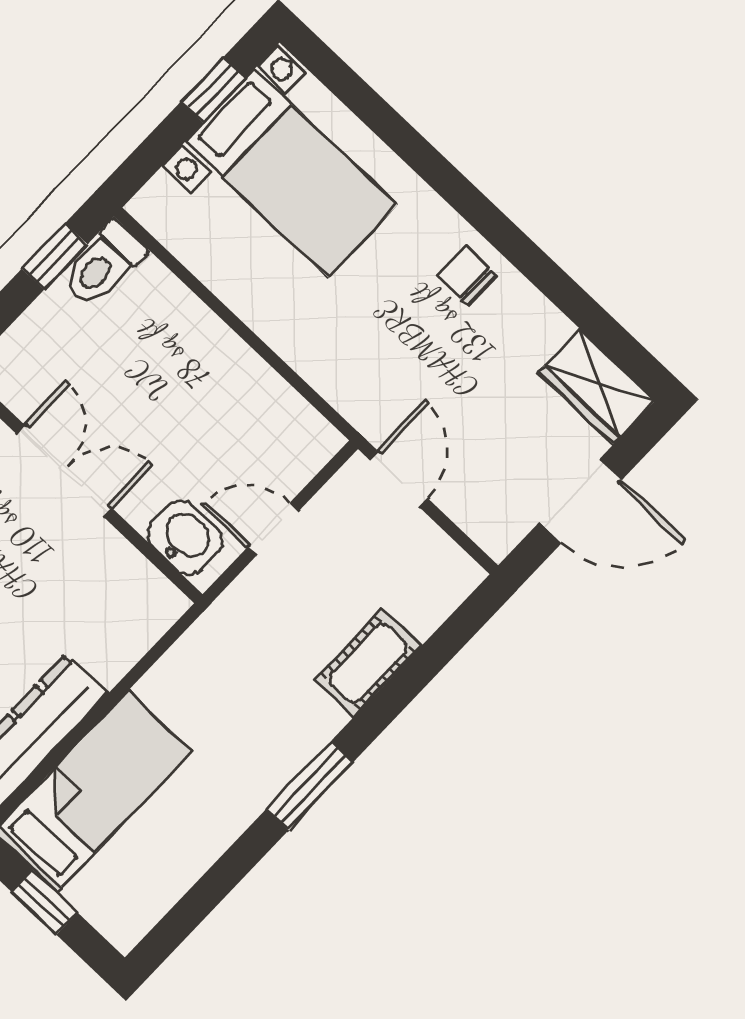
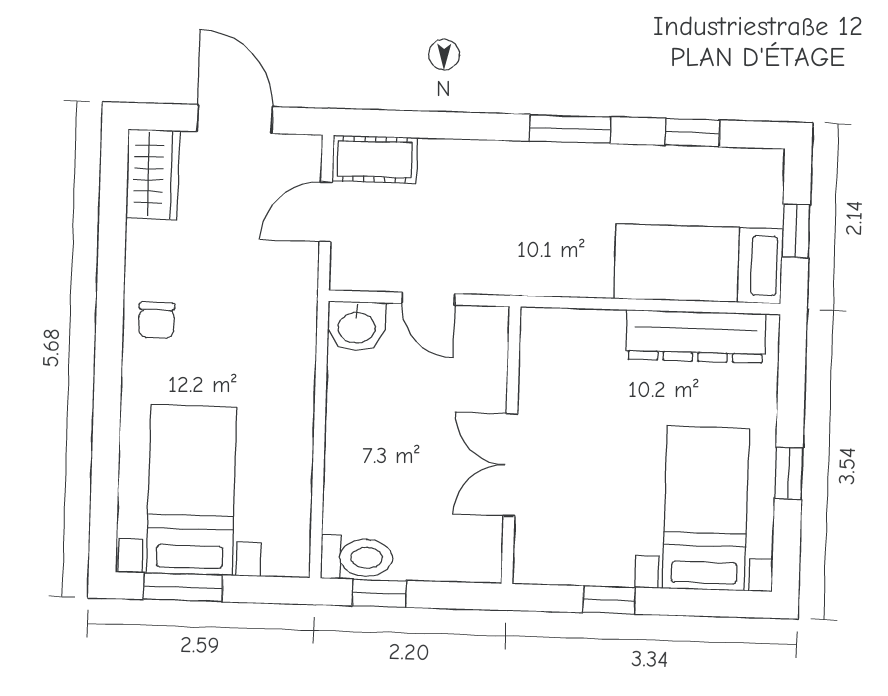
window: (213, 90) -> (183, 587), width x1.50
door: (398, 479) -> (326, 212), moved
washbasin: (185, 538) -> (357, 326), moved, turned -90
cot: (368, 663) -> (375, 159), moved
window: (211, 889) -> (692, 133), added

